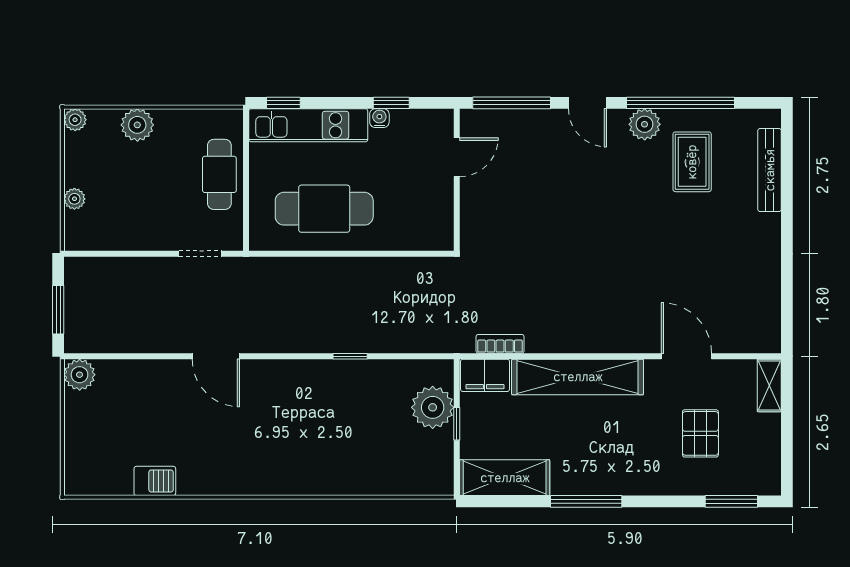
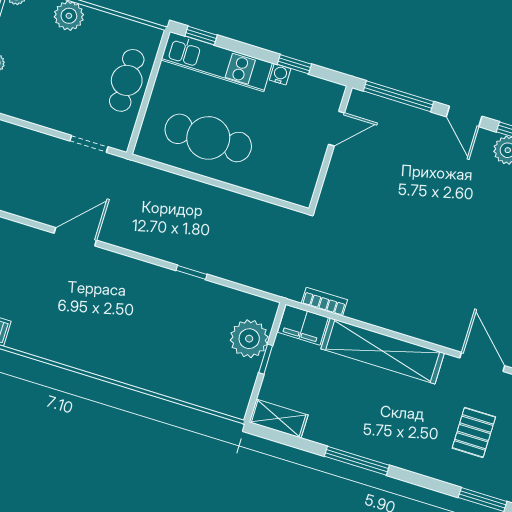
door: (216, 356) -> (75, 237), swing flipped
shelving: (505, 478) -> (279, 418), width x0.67, depth x0.75

